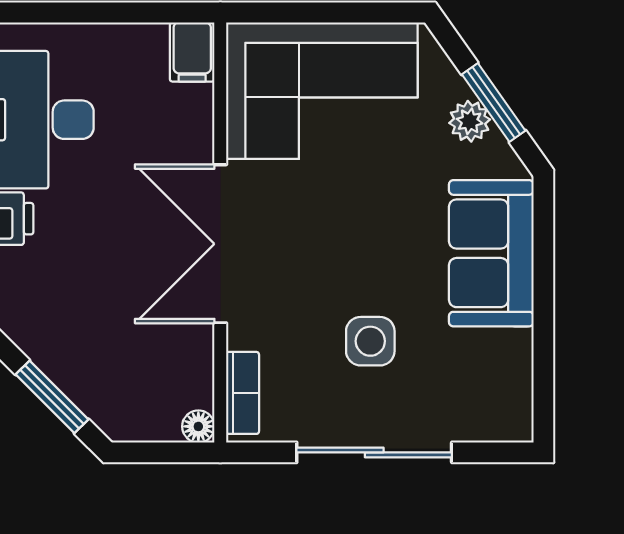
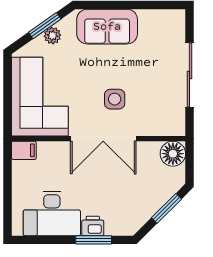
side table: (370, 341) -> (115, 99), moved
bookcase: (243, 393) -> (165, 129), removed
floor lamp: (198, 426) -> (173, 154), width x1.89, depth x1.89

